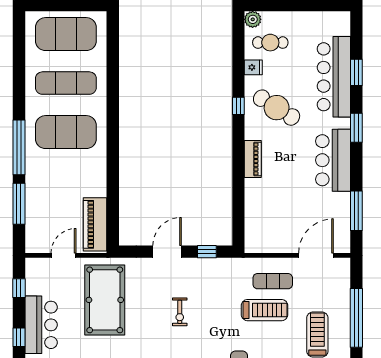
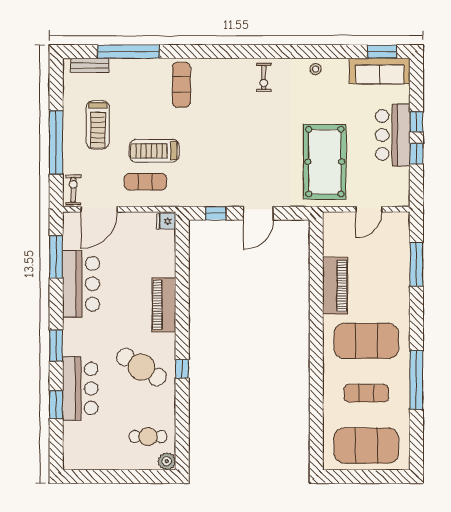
fridge: (253, 67) -> (166, 221), moved
bar counter: (334, 77) -> (80, 388), width x0.73
exercise mat: (66, 83) -> (366, 393), width x0.73, depth x0.69
window: (19, 147) -> (416, 380), moved
piano: (253, 159) -> (164, 305), width x1.37, depth x1.33
bar counter: (333, 160) -> (81, 284), moved
piano: (95, 224) -> (335, 286), moved
window: (19, 288) -> (416, 154), moved
exercise bike: (180, 312) -> (73, 190), moved

